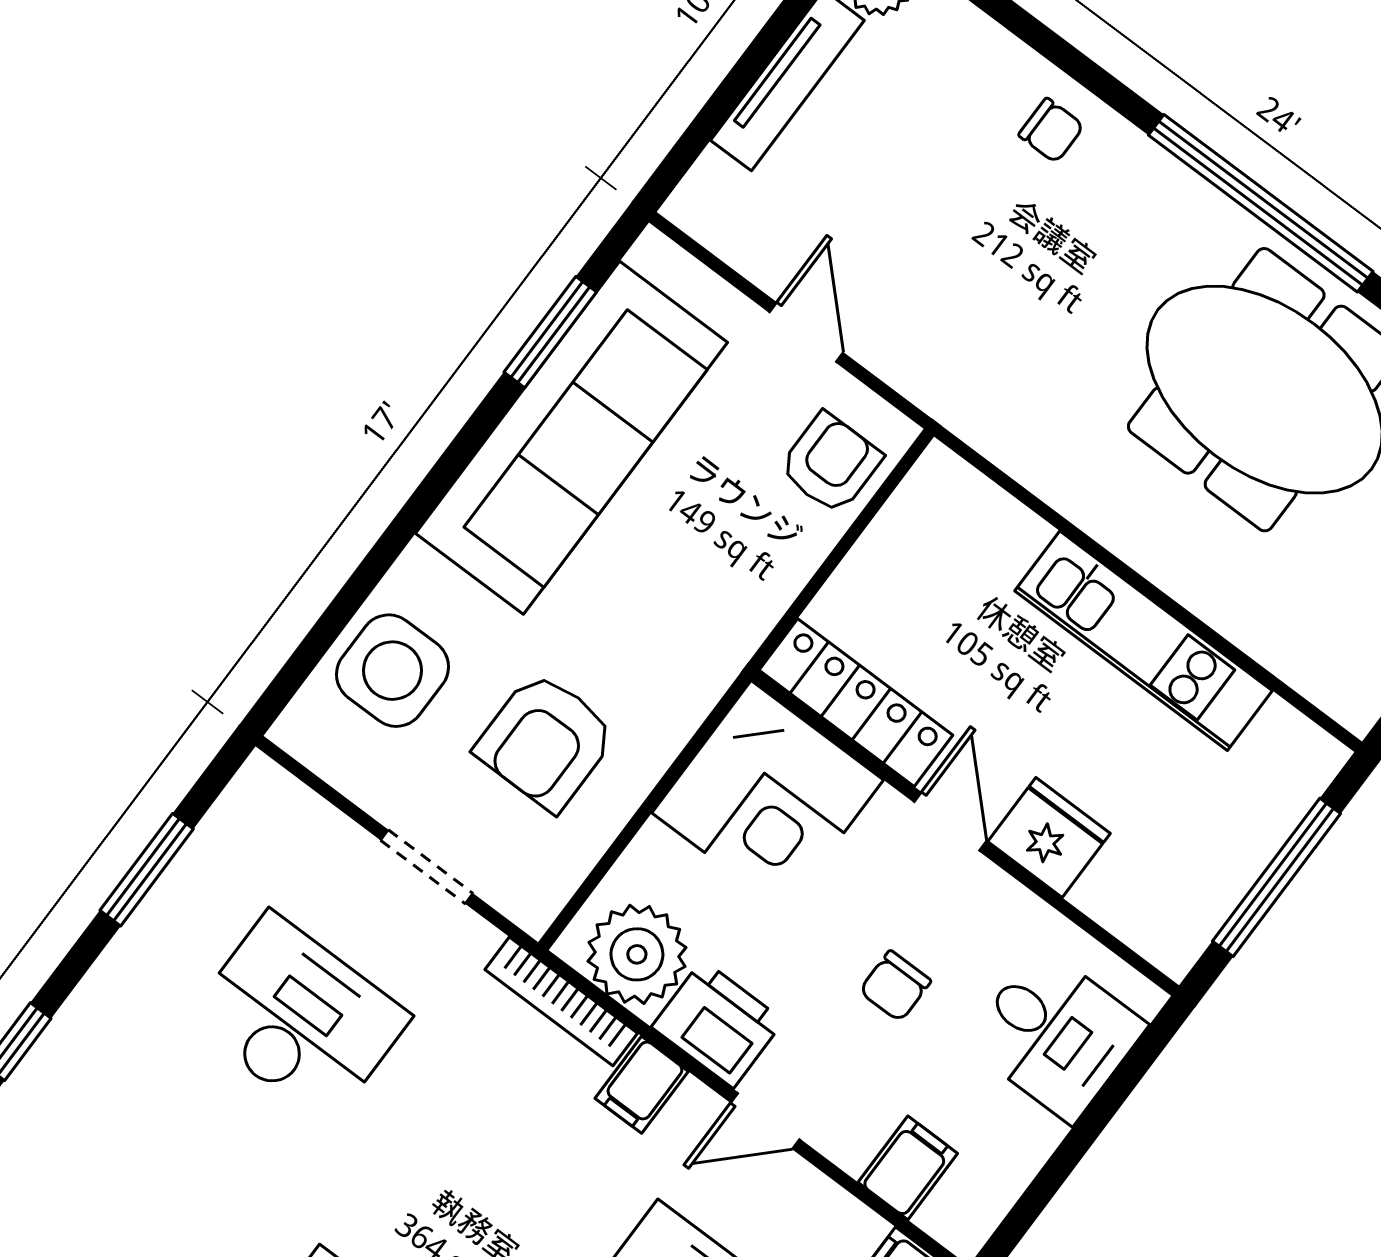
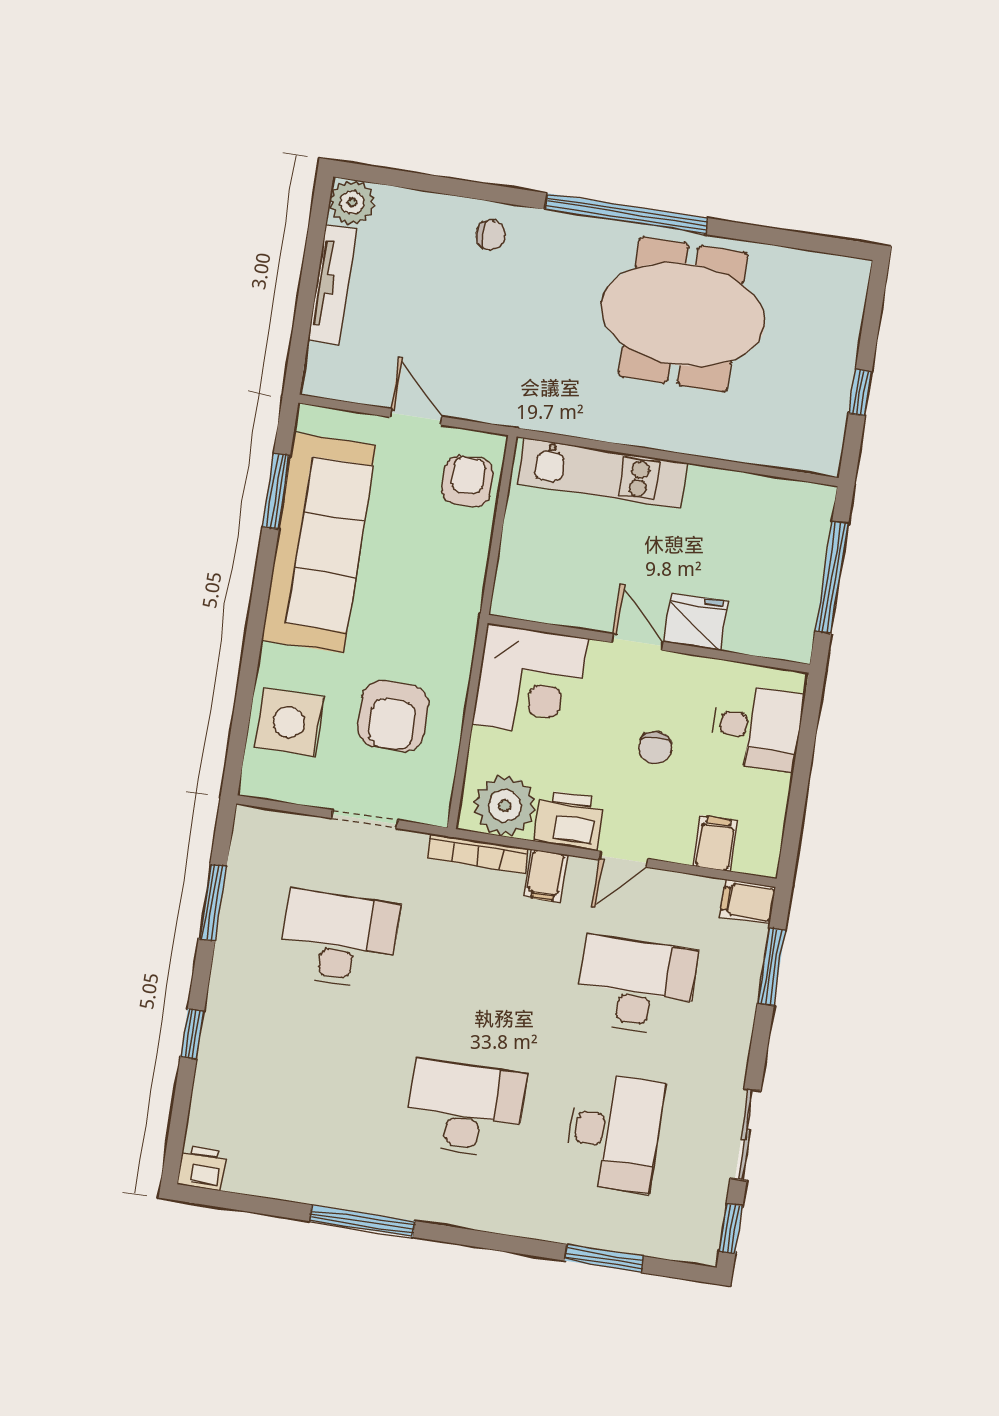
kitchen unit: (1144, 641) -> (602, 473), moved
locker: (856, 703) -> (551, 604), removed

